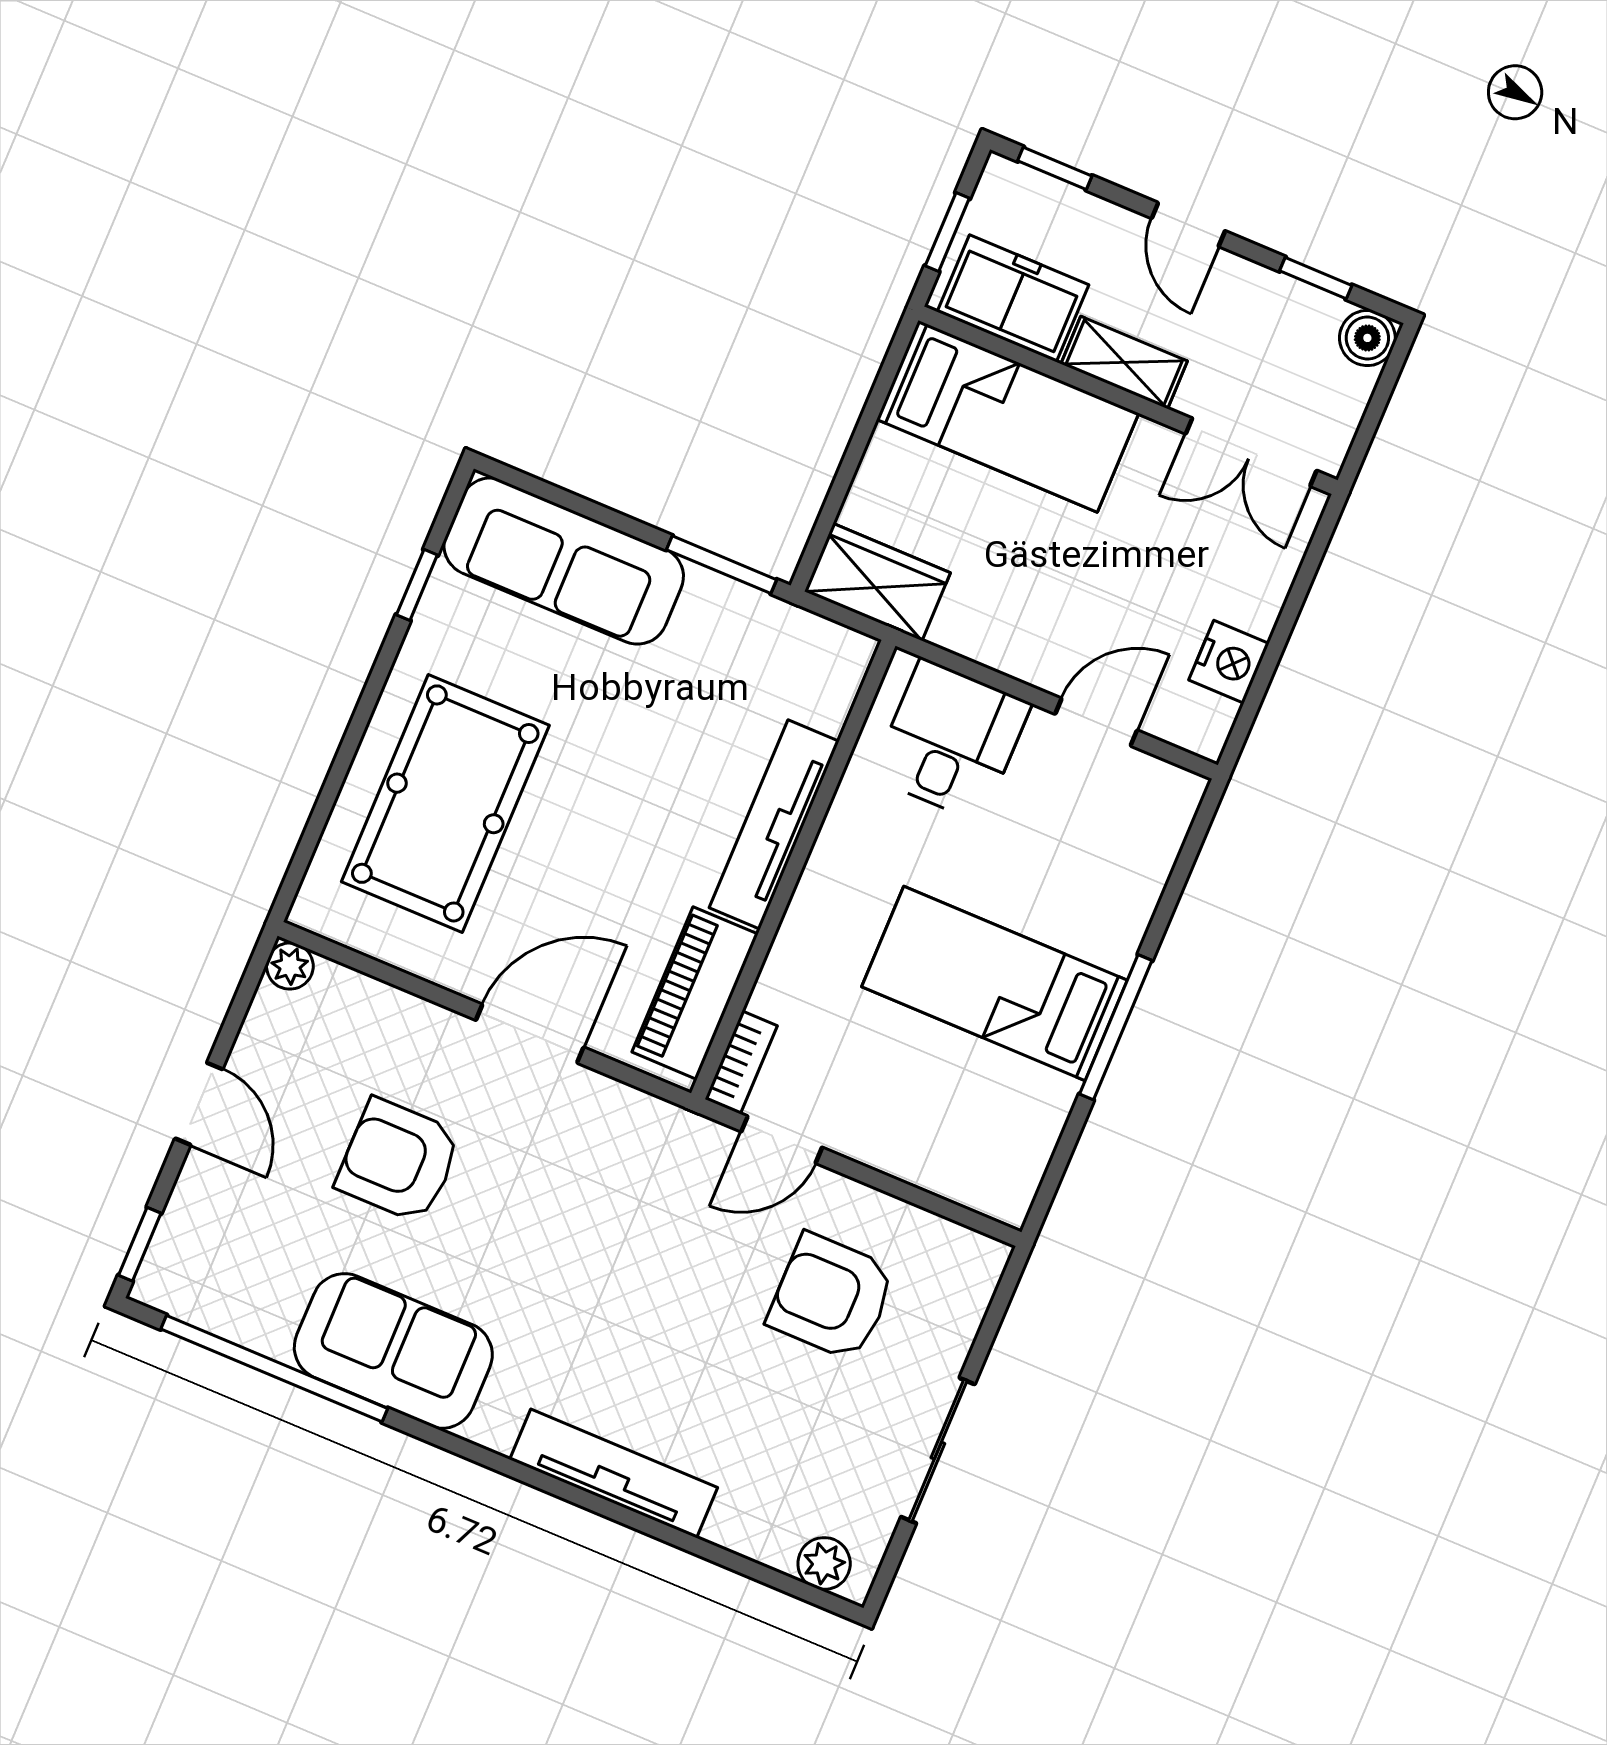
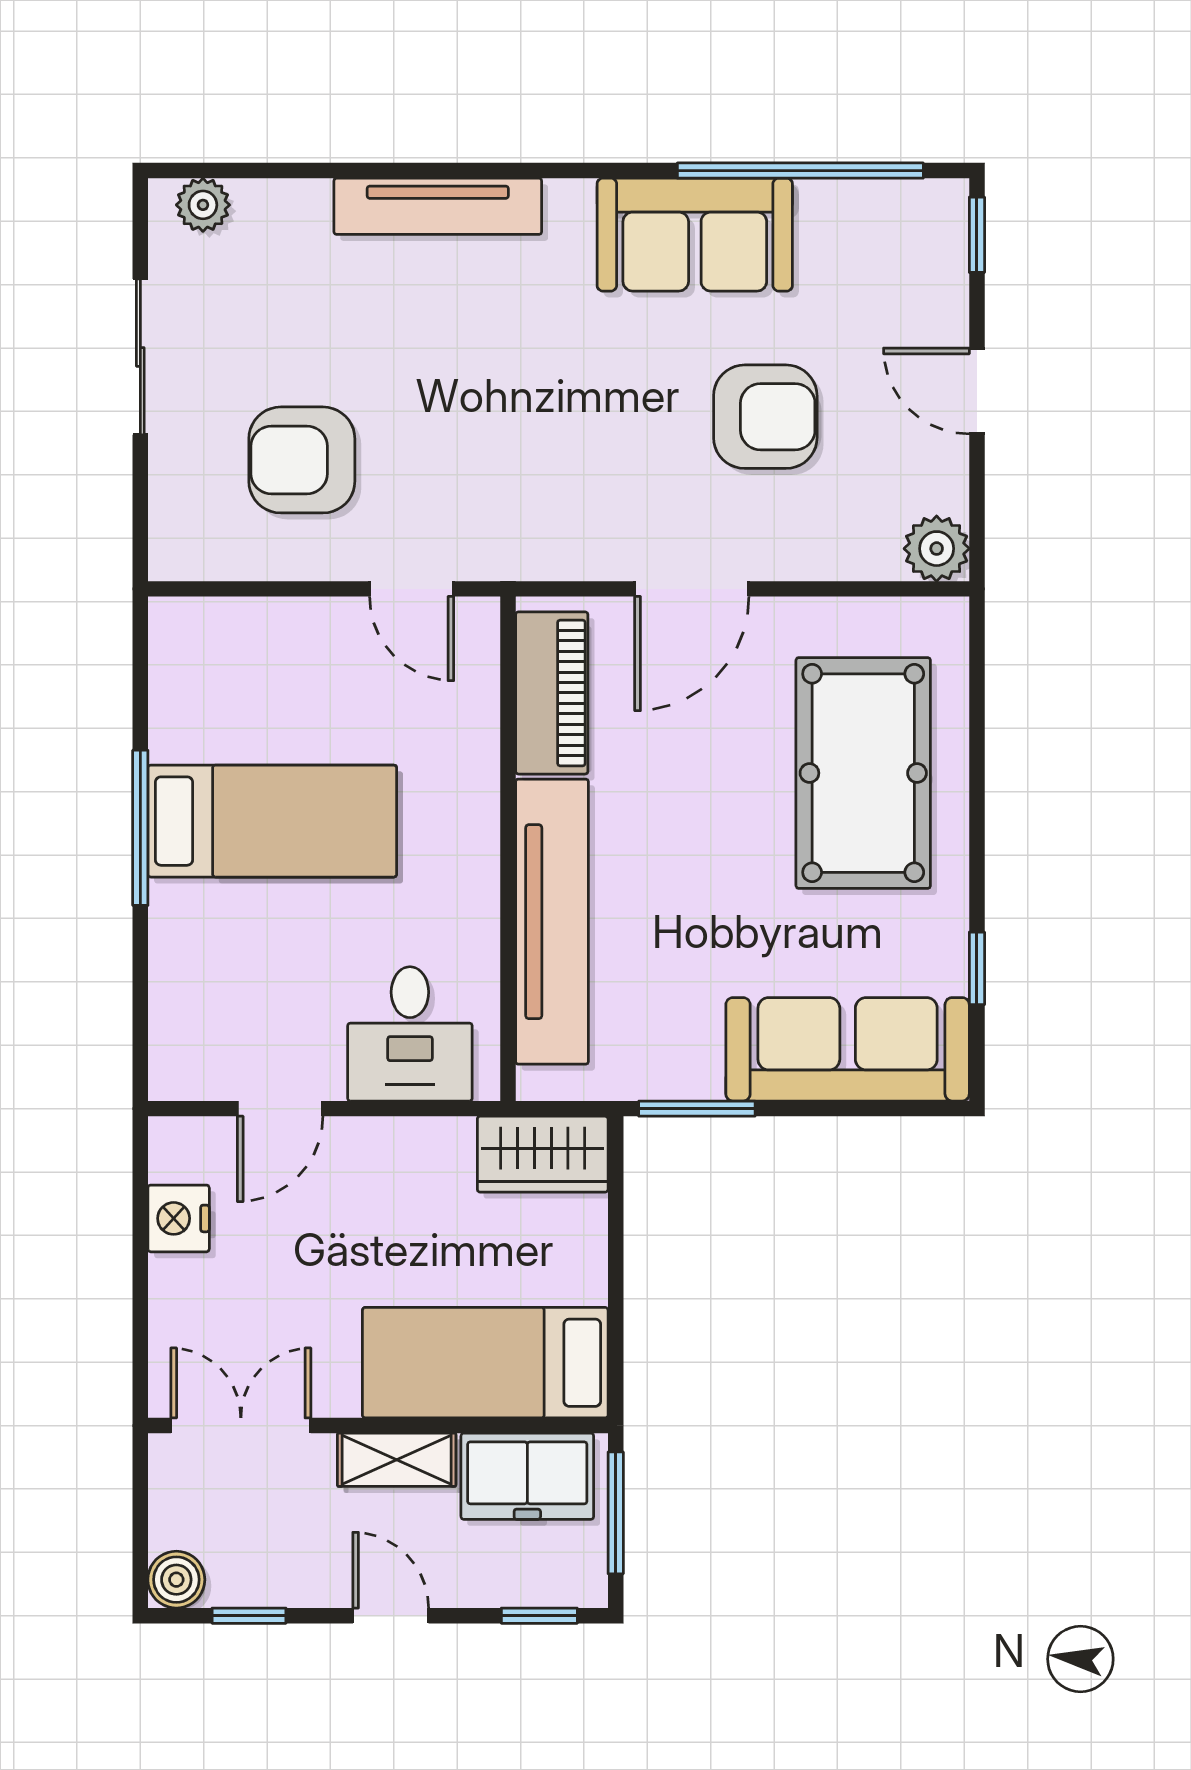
window: (947, 232) -> (616, 1513), width x1.50
tv unit: (774, 825) -> (552, 922), width x1.36, depth x1.29
plant: (290, 966) -> (937, 549), width x1.38, depth x1.38
bookcase: (741, 1062) -> (481, 646), removed
door: (782, 1140) -> (412, 589), swing flipped
armchair: (832, 1297) -> (302, 460), turned 180

